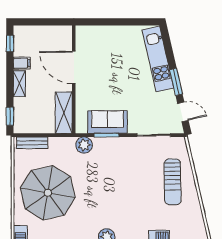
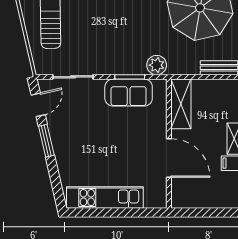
kitchen unit: (158, 59) -> (105, 198), moved, turned -77
door: (183, 112) -> (38, 105), swing flipped

